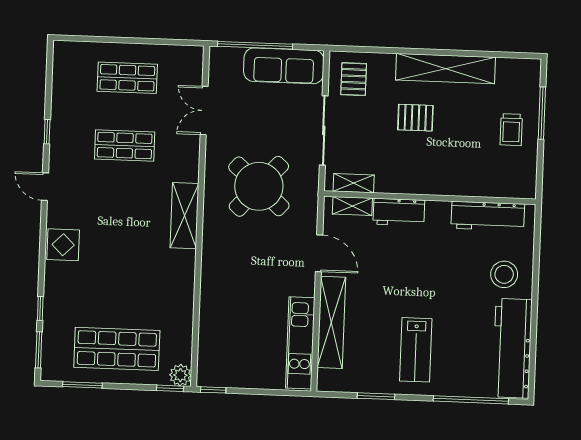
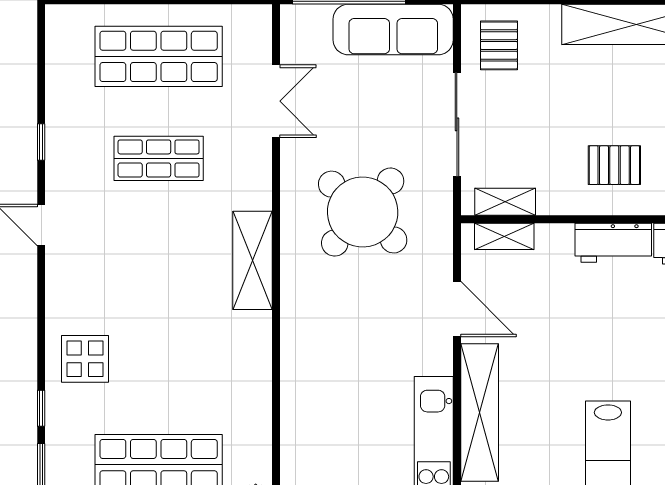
shop shelf: (127, 78) -> (159, 56), width x1.43, depth x1.36
double door: (204, 110) -> (276, 101), swing flipped
pallet: (415, 118) -> (614, 165), moved
workbench: (399, 212) -> (613, 243), moved
display table: (63, 245) -> (85, 359), moved

